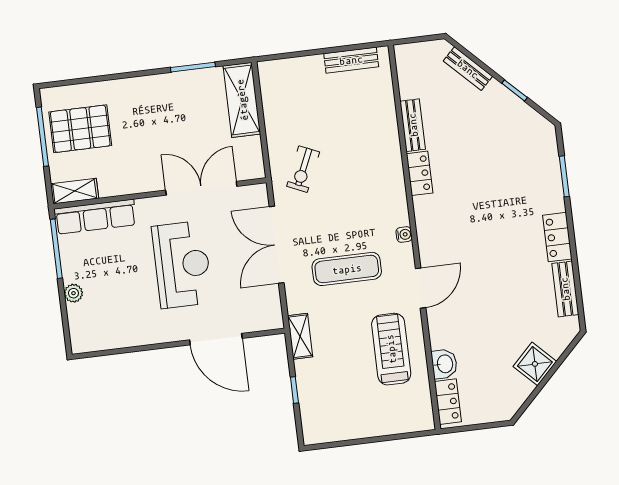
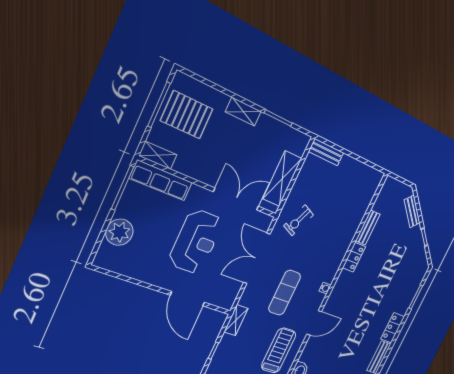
bench: (351, 60) -> (326, 152), moved
shelving: (145, 86) -> (243, 112), added
shelving: (242, 100) -> (282, 179), moved
exercise mat: (347, 269) -> (285, 293), turned 90
plant: (73, 293) -> (119, 232), width x1.87, depth x1.87

